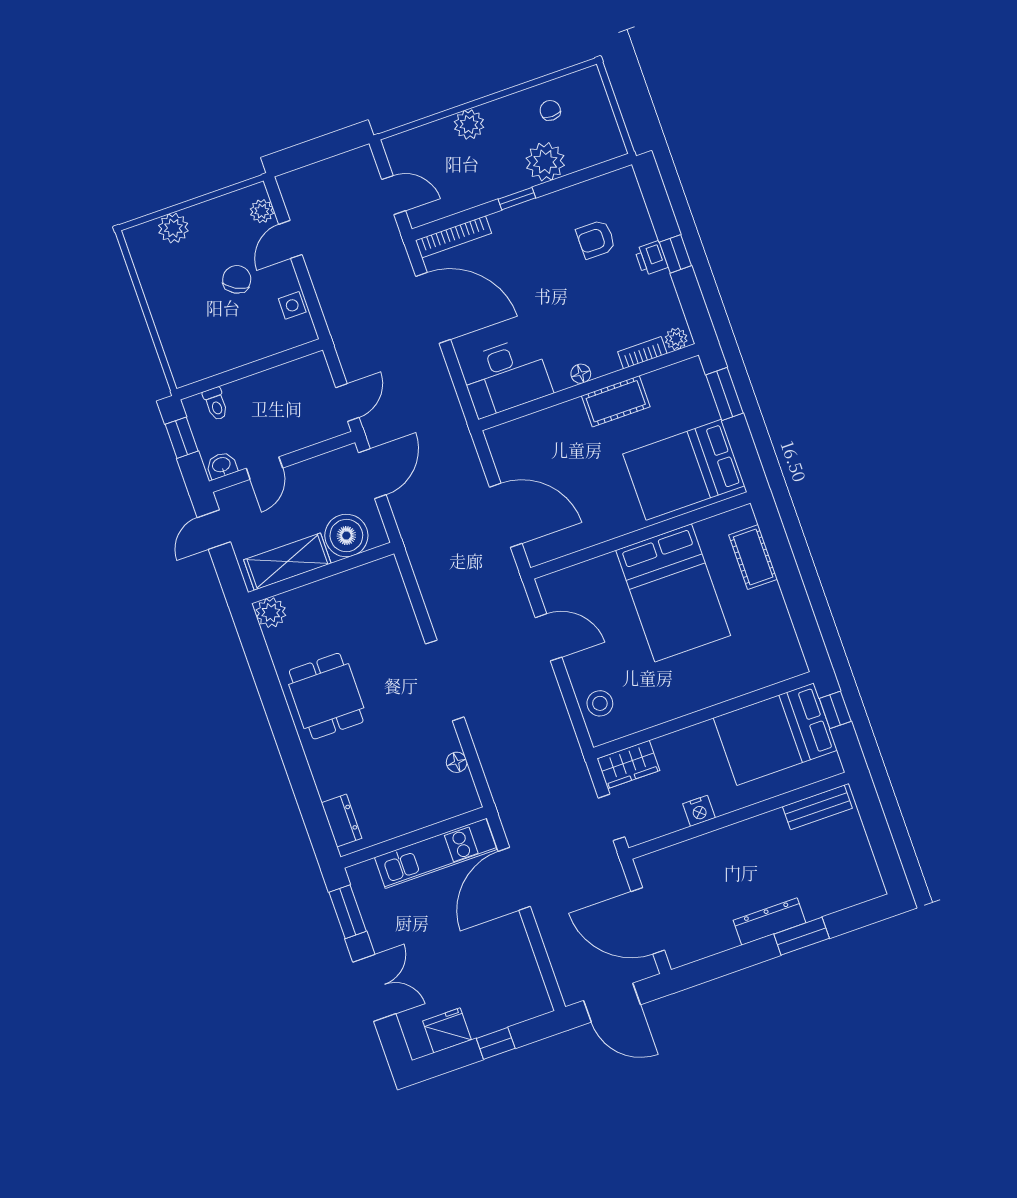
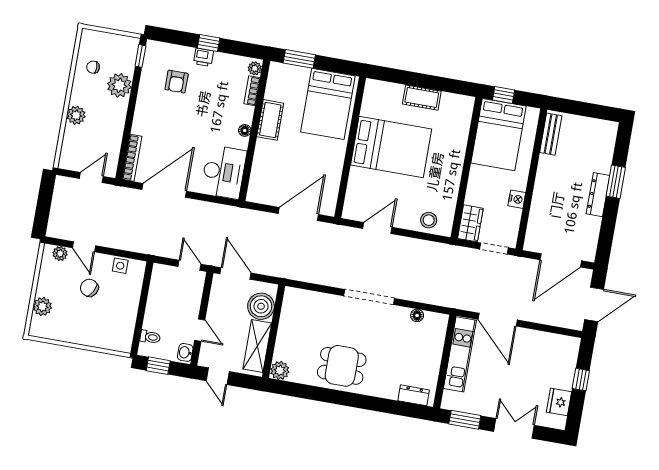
window: (517, 199) -> (140, 56), moved
cot: (753, 557) -> (422, 98), moved

